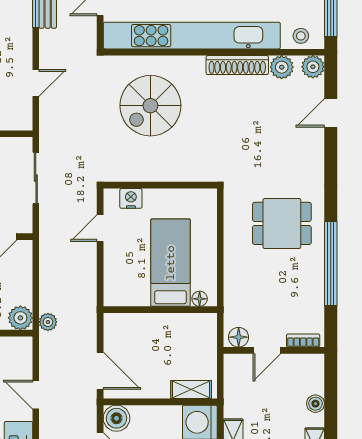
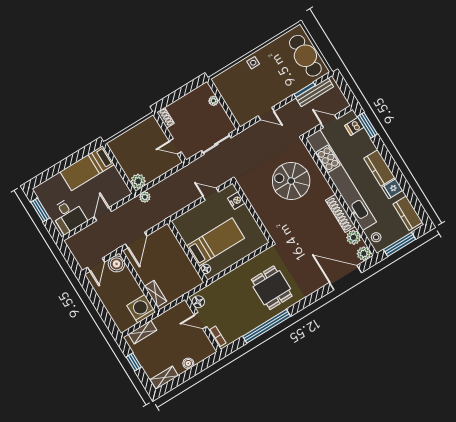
door: (331, 113) -> (345, 278), width x1.88

